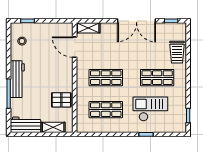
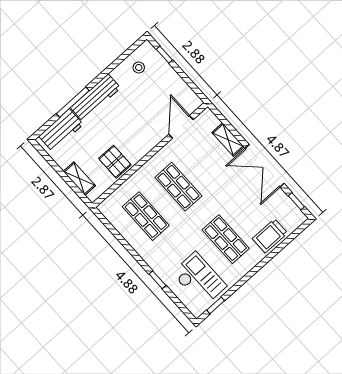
shelving: (88, 28) -> (228, 140), moved
checkout: (150, 109) -> (199, 279), moved
workbench: (25, 125) -> (61, 130), moved, turned 90

